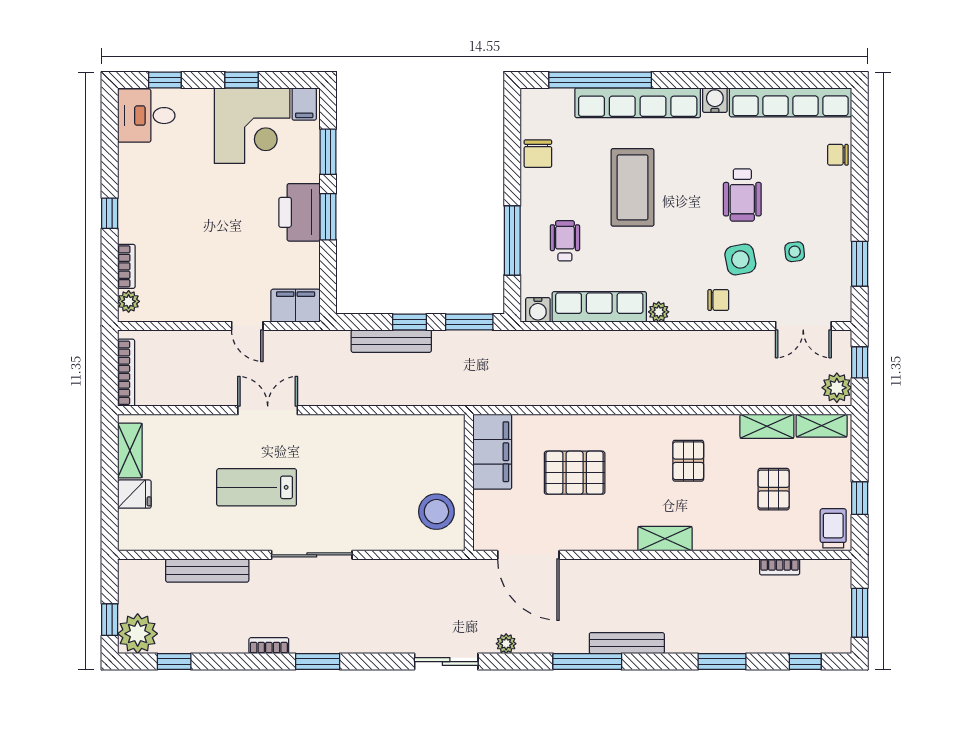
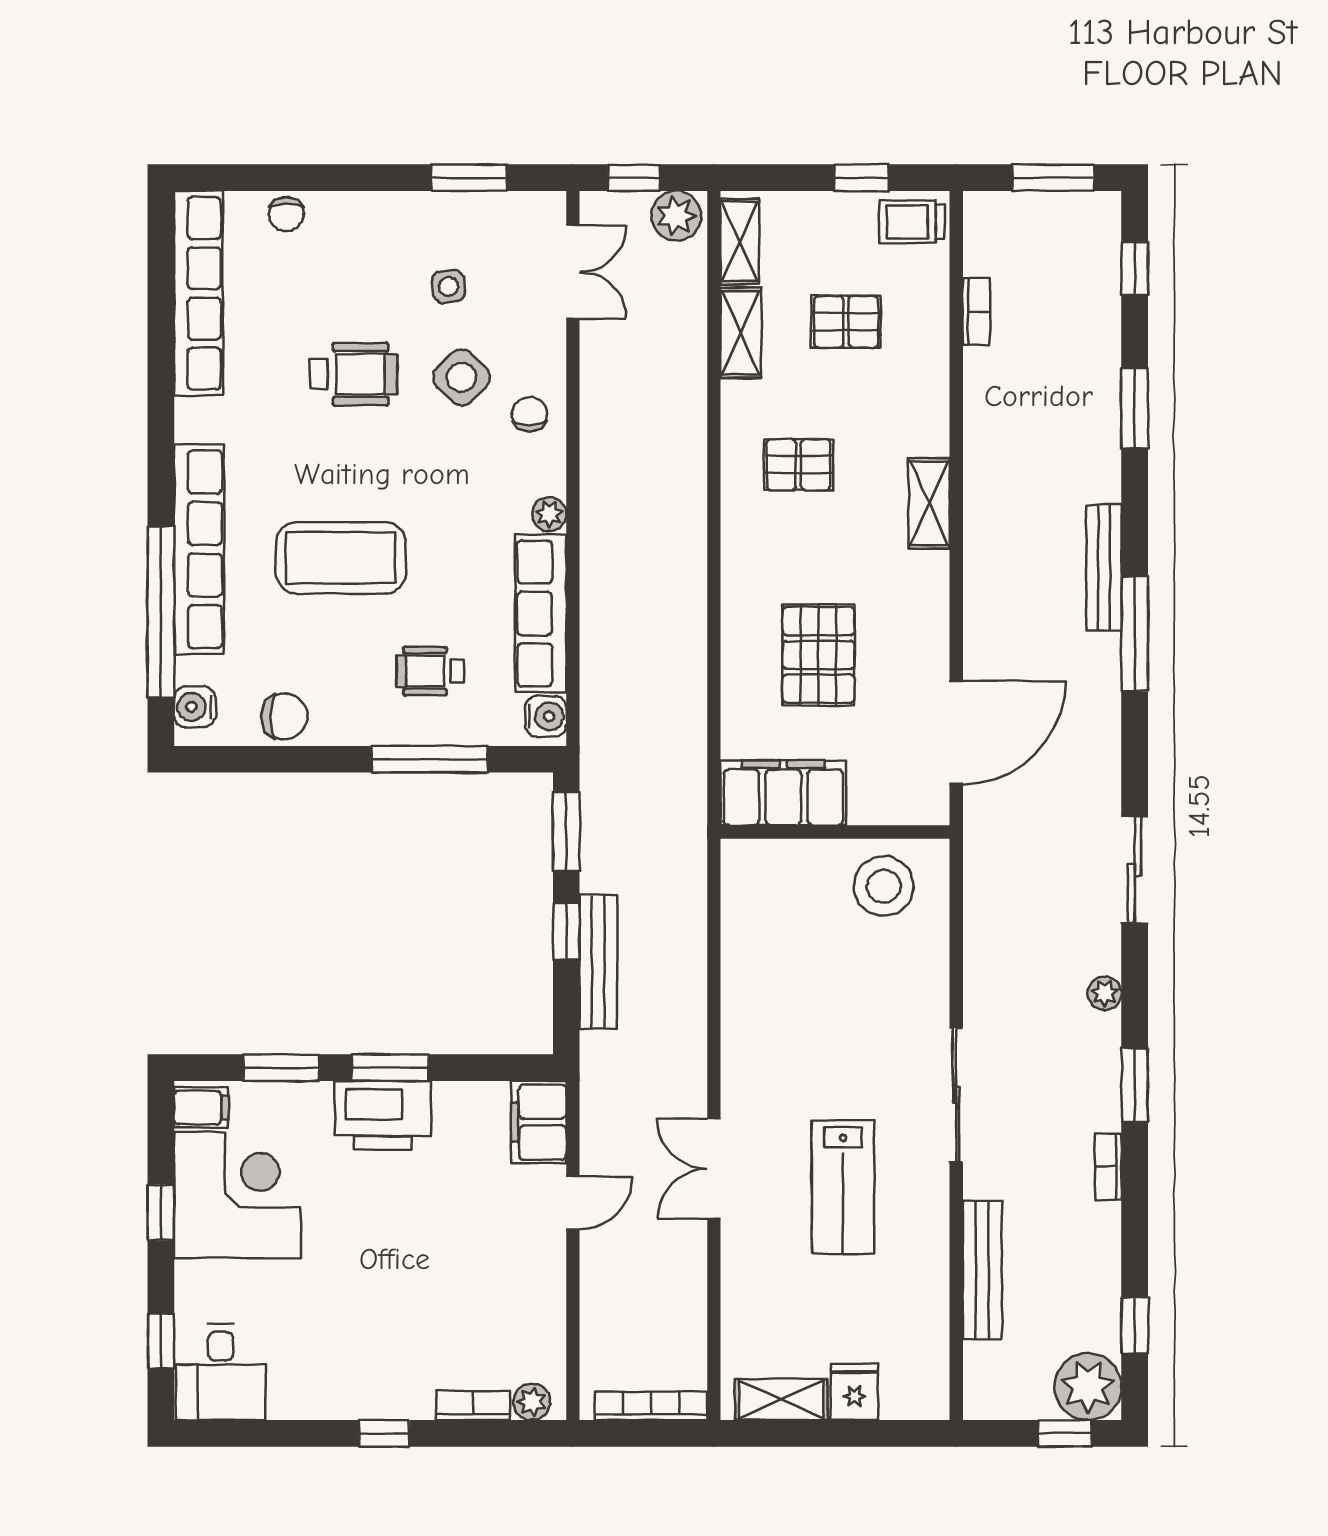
water cooler: (715, 100) -> (195, 707), moved
side table: (740, 259) -> (461, 377), turned -35
plant: (506, 644) -> (1105, 993), moved

